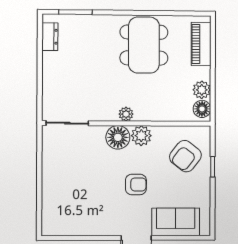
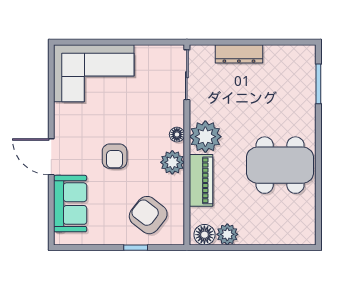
dresser: (50, 37) -> (239, 54), moved, width x1.44
piano: (201, 44) -> (201, 180), moved, turned 90
plant: (126, 114) -> (205, 137), width x1.88, depth x1.88
floor lamp: (118, 137) -> (177, 135), width x0.53, depth x0.53
corner sofa: (66, 202) -> (94, 73), added

